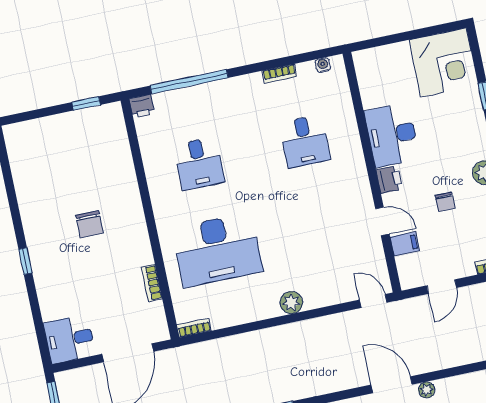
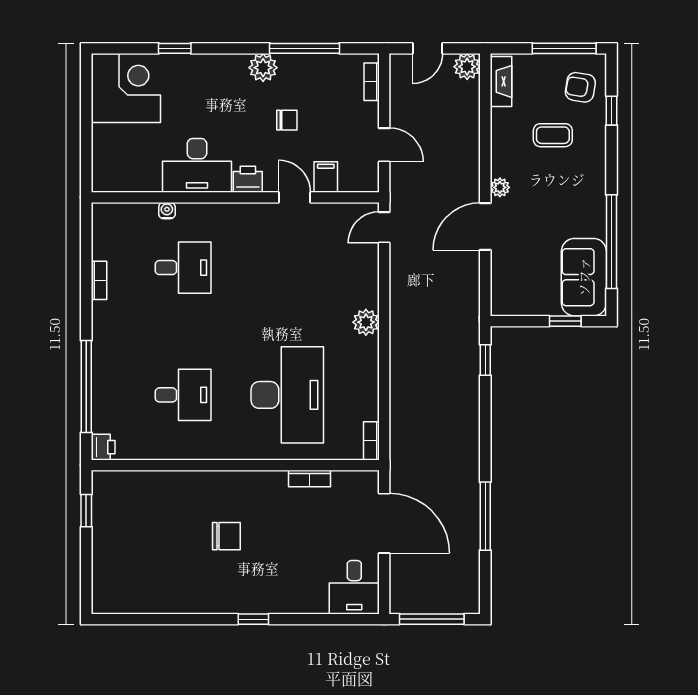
water cooler: (323, 65) -> (167, 211), moved, turned 90
door: (382, 221) -> (294, 197), hinge flipped

